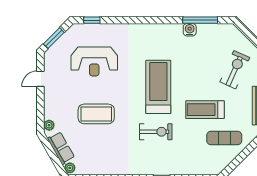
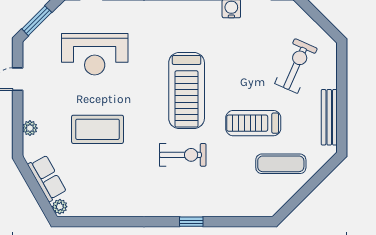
treadmill: (158, 87) -> (187, 91), turned 180
plant: (49, 125) -> (30, 128), moved

